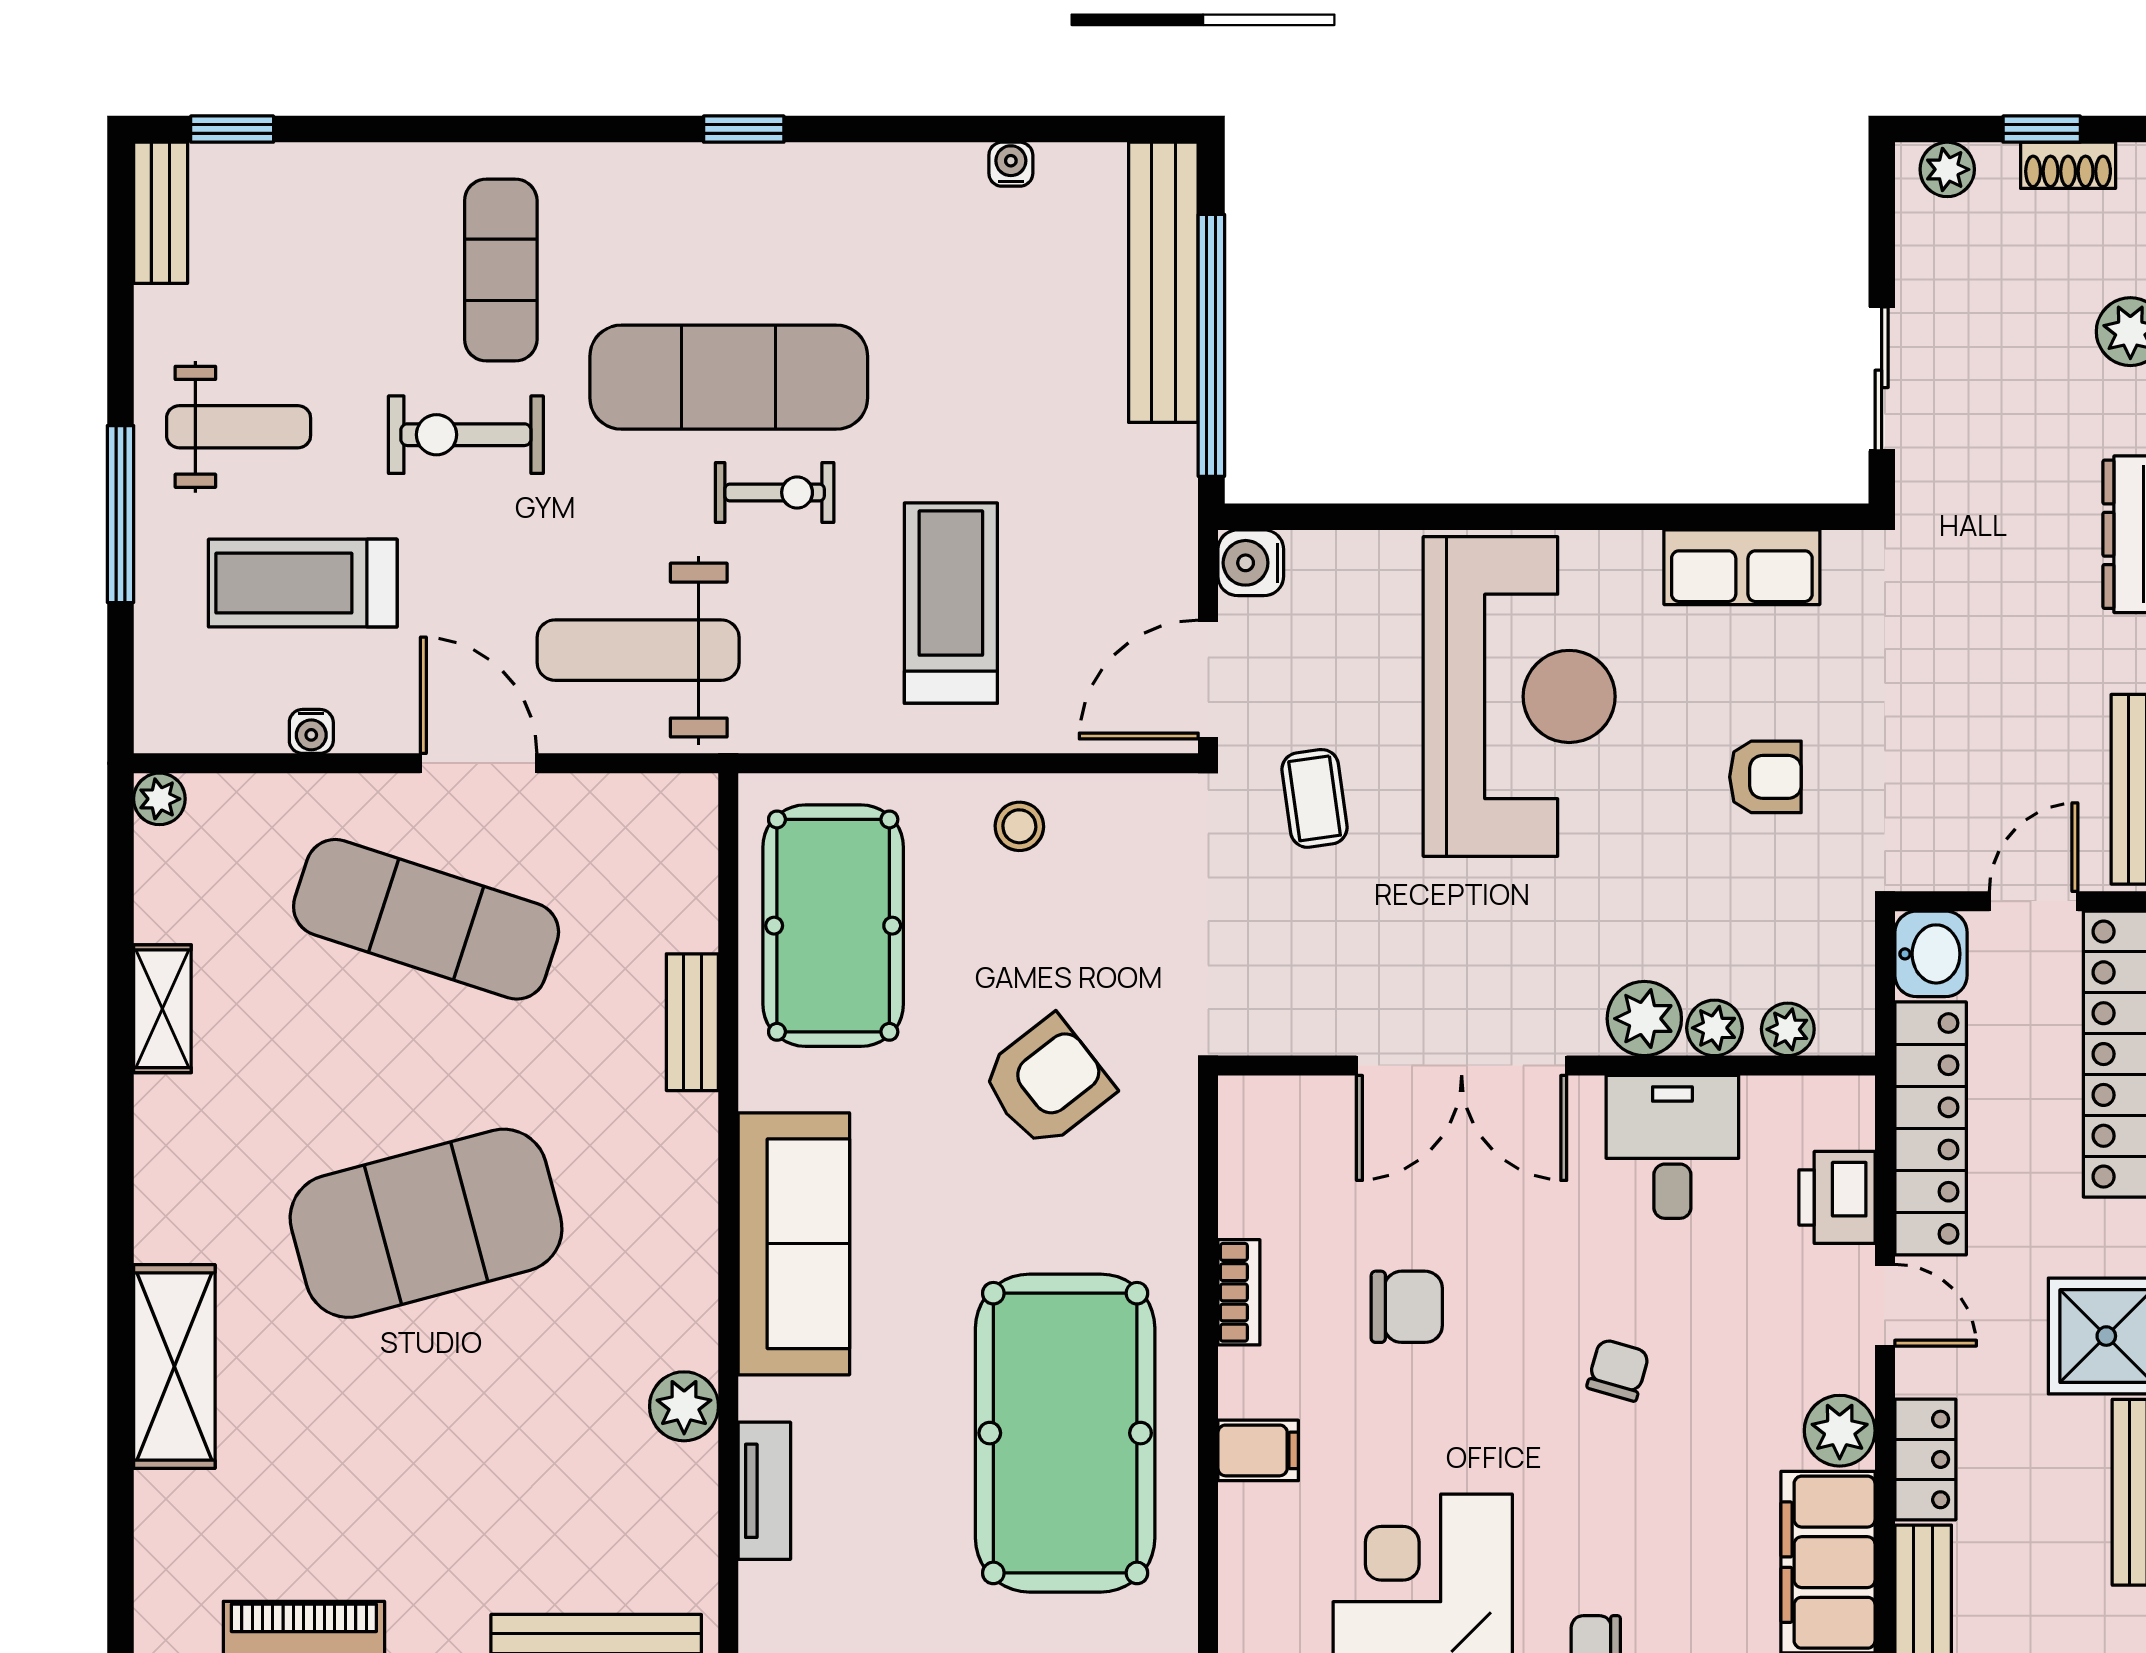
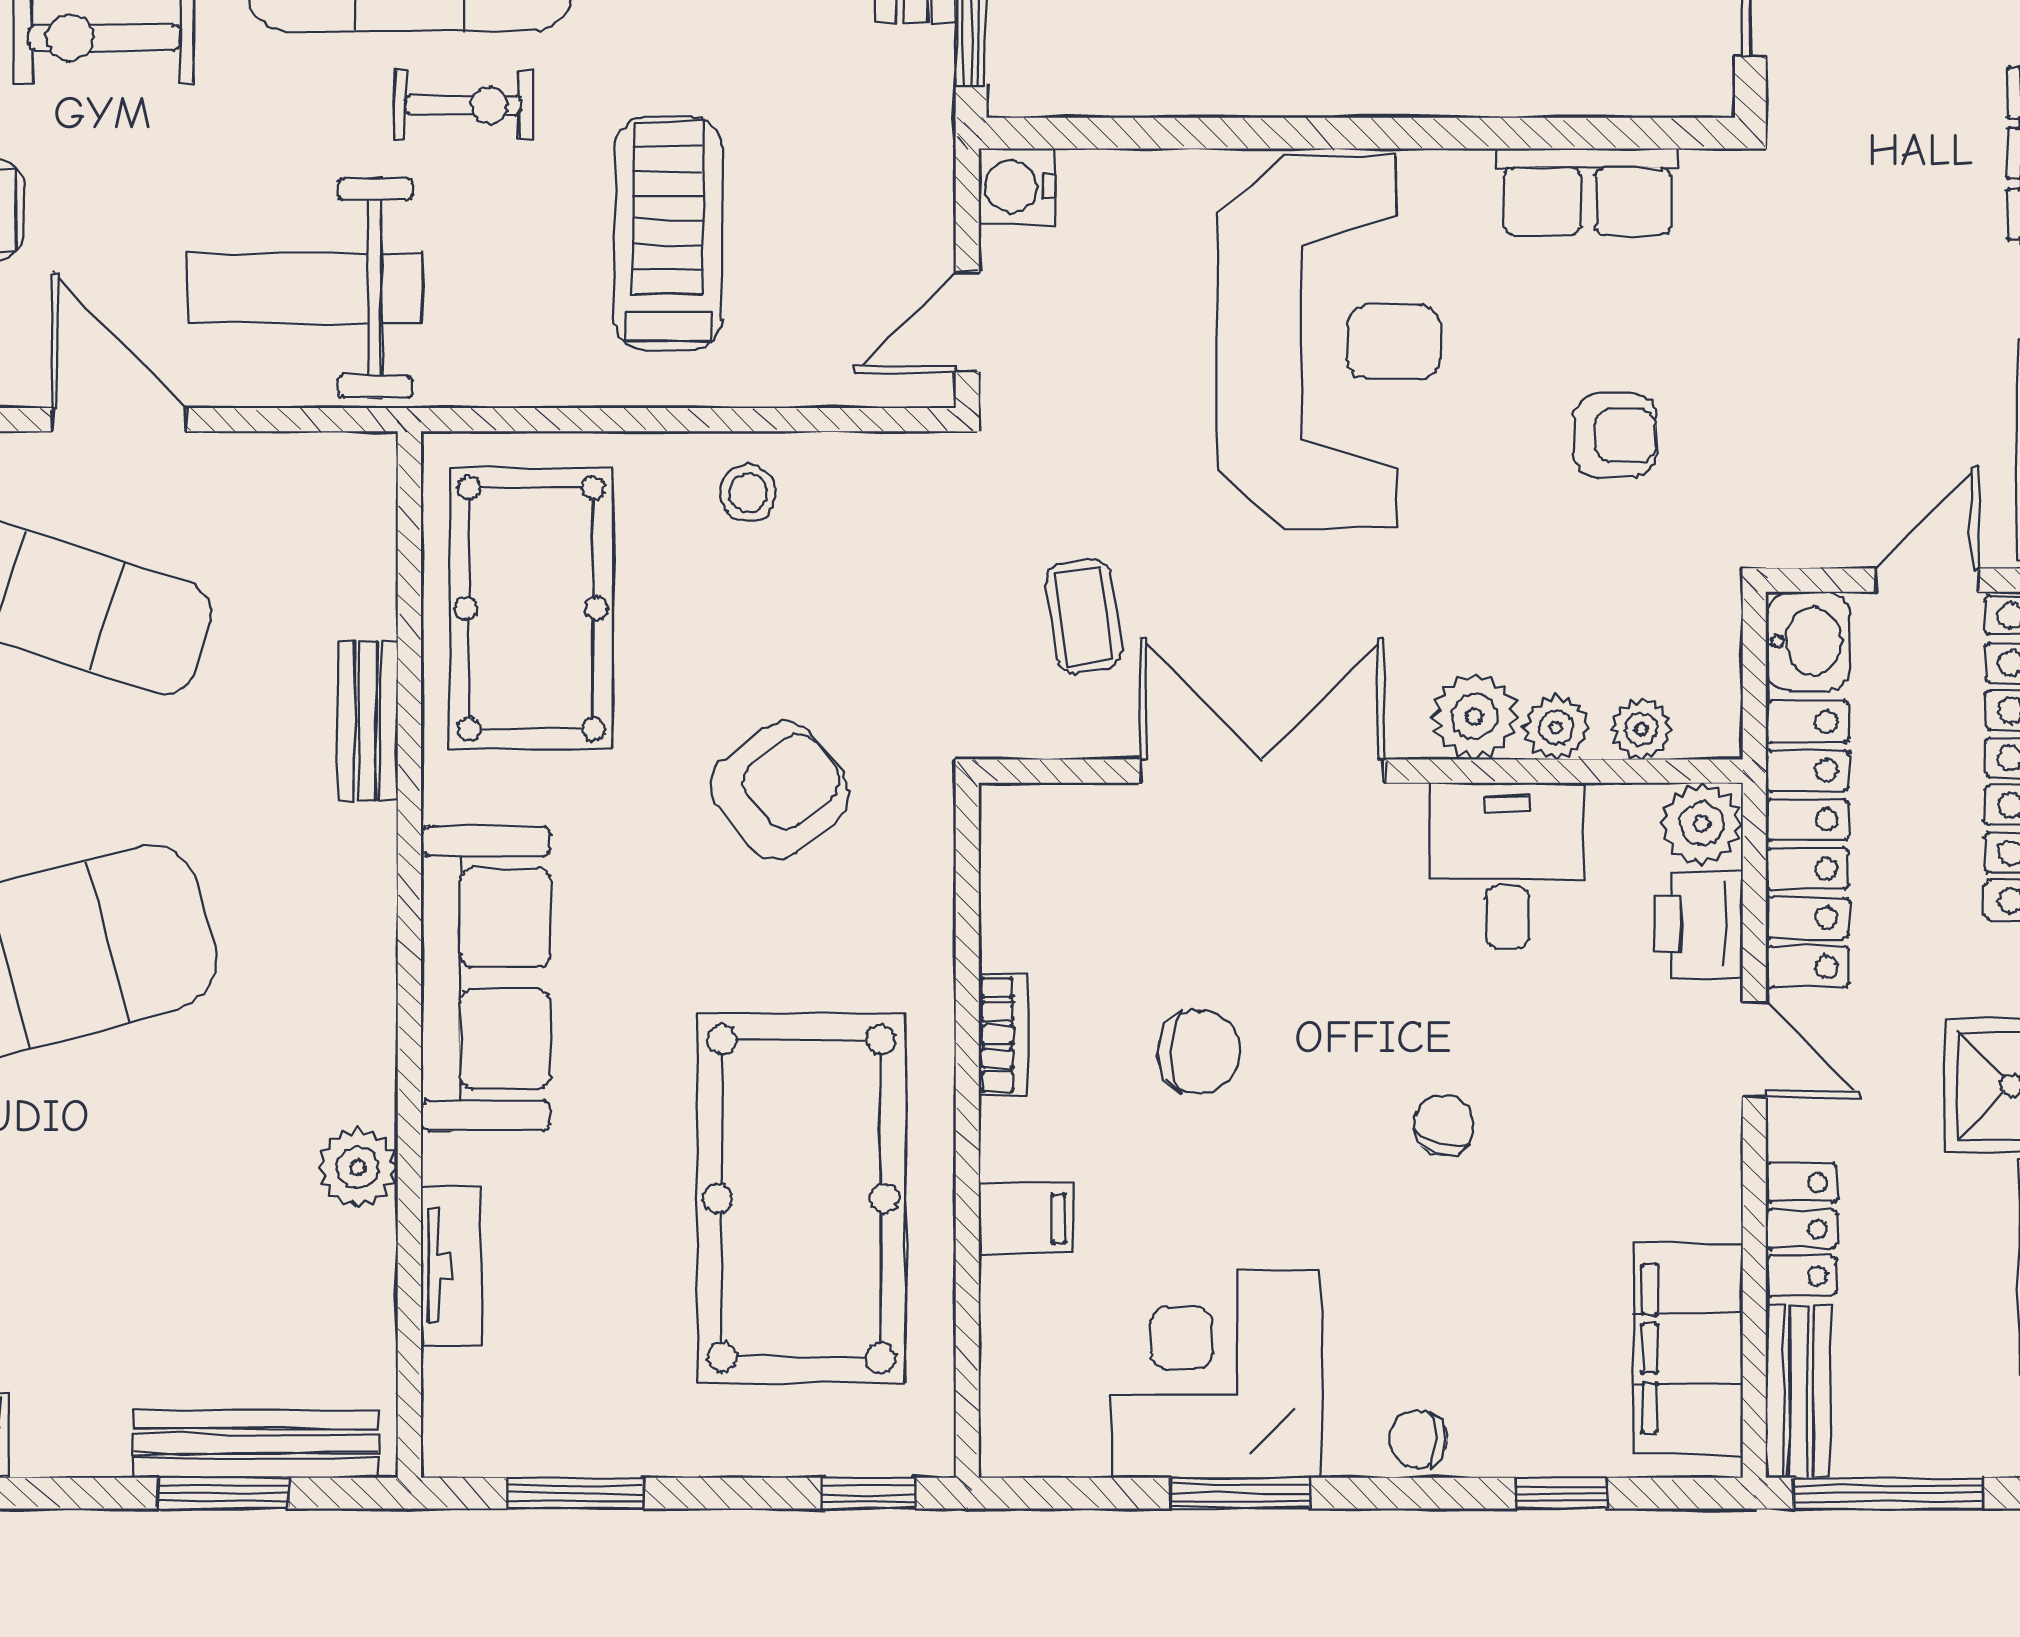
door: (1208, 680) -> (967, 322), width x0.73
coffee table: (1315, 798) -> (1084, 616), moved
double door: (1462, 1066) -> (1262, 771), swing flipped
plant: (1840, 1431) -> (1702, 824), moved

